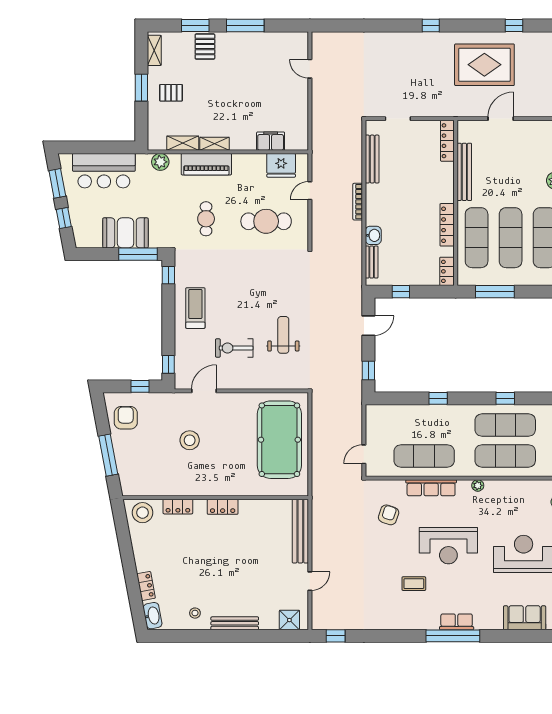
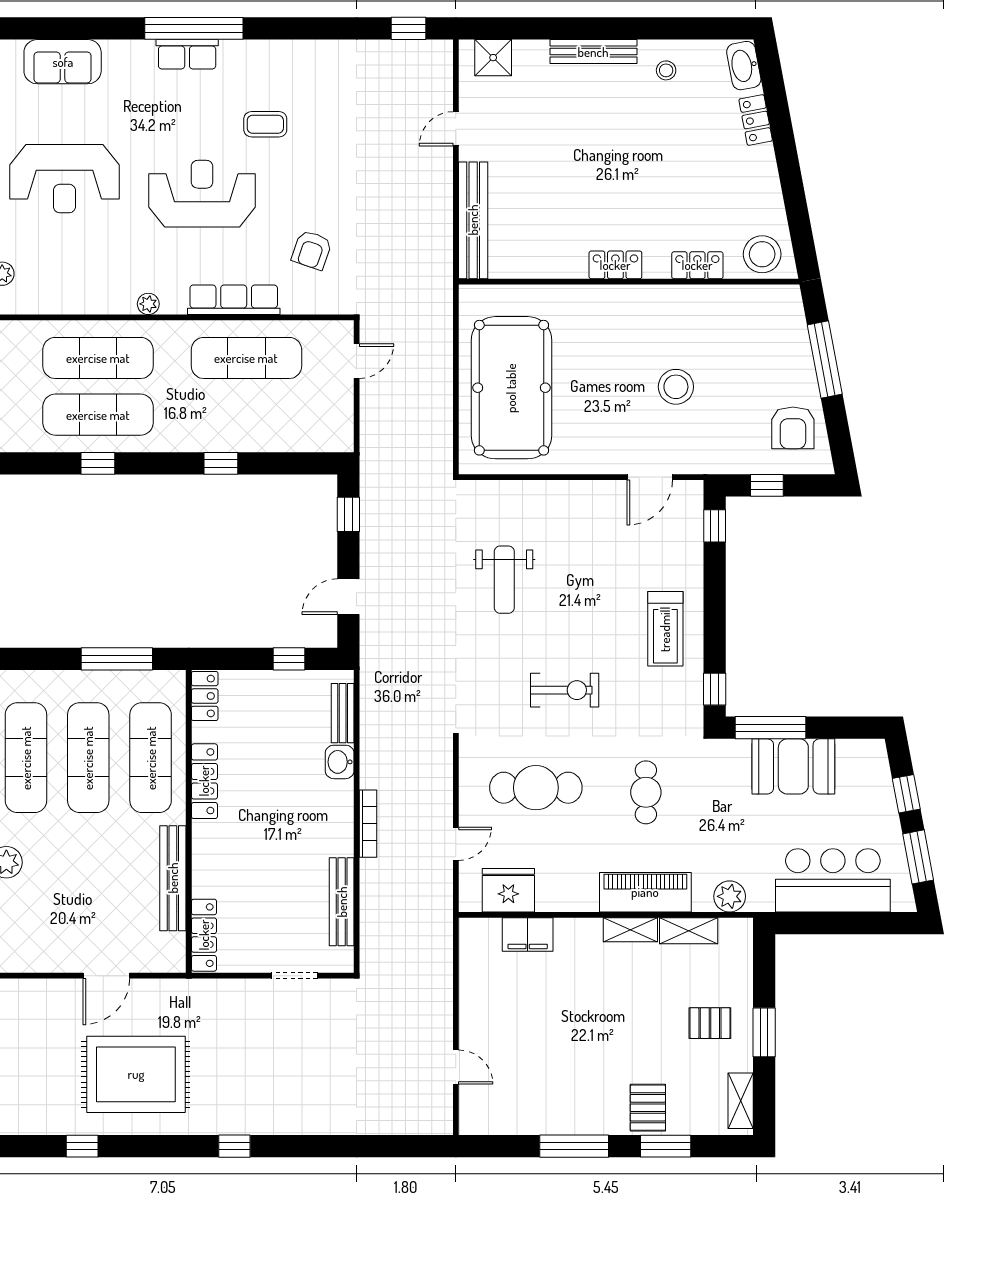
exercise bike: (234, 348) -> (565, 690), moved

